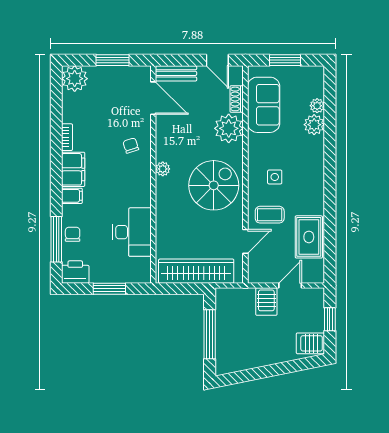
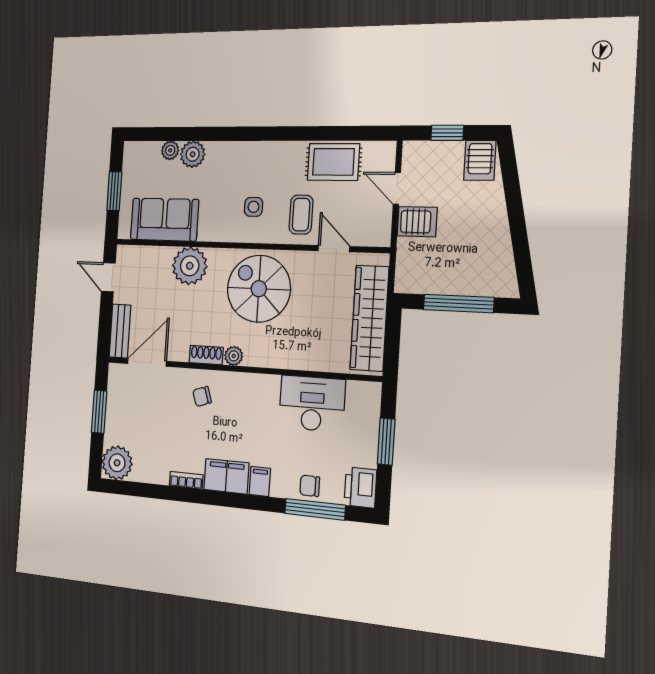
door: (217, 60) -> (108, 277), swing flipped
shoe rack: (237, 99) -> (206, 355), moved, turned 180

